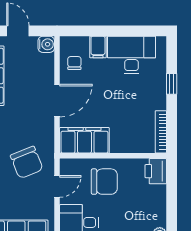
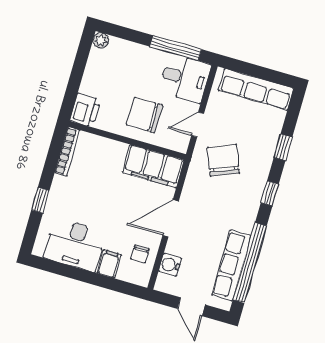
water cooler: (46, 44) -> (170, 265), moved

